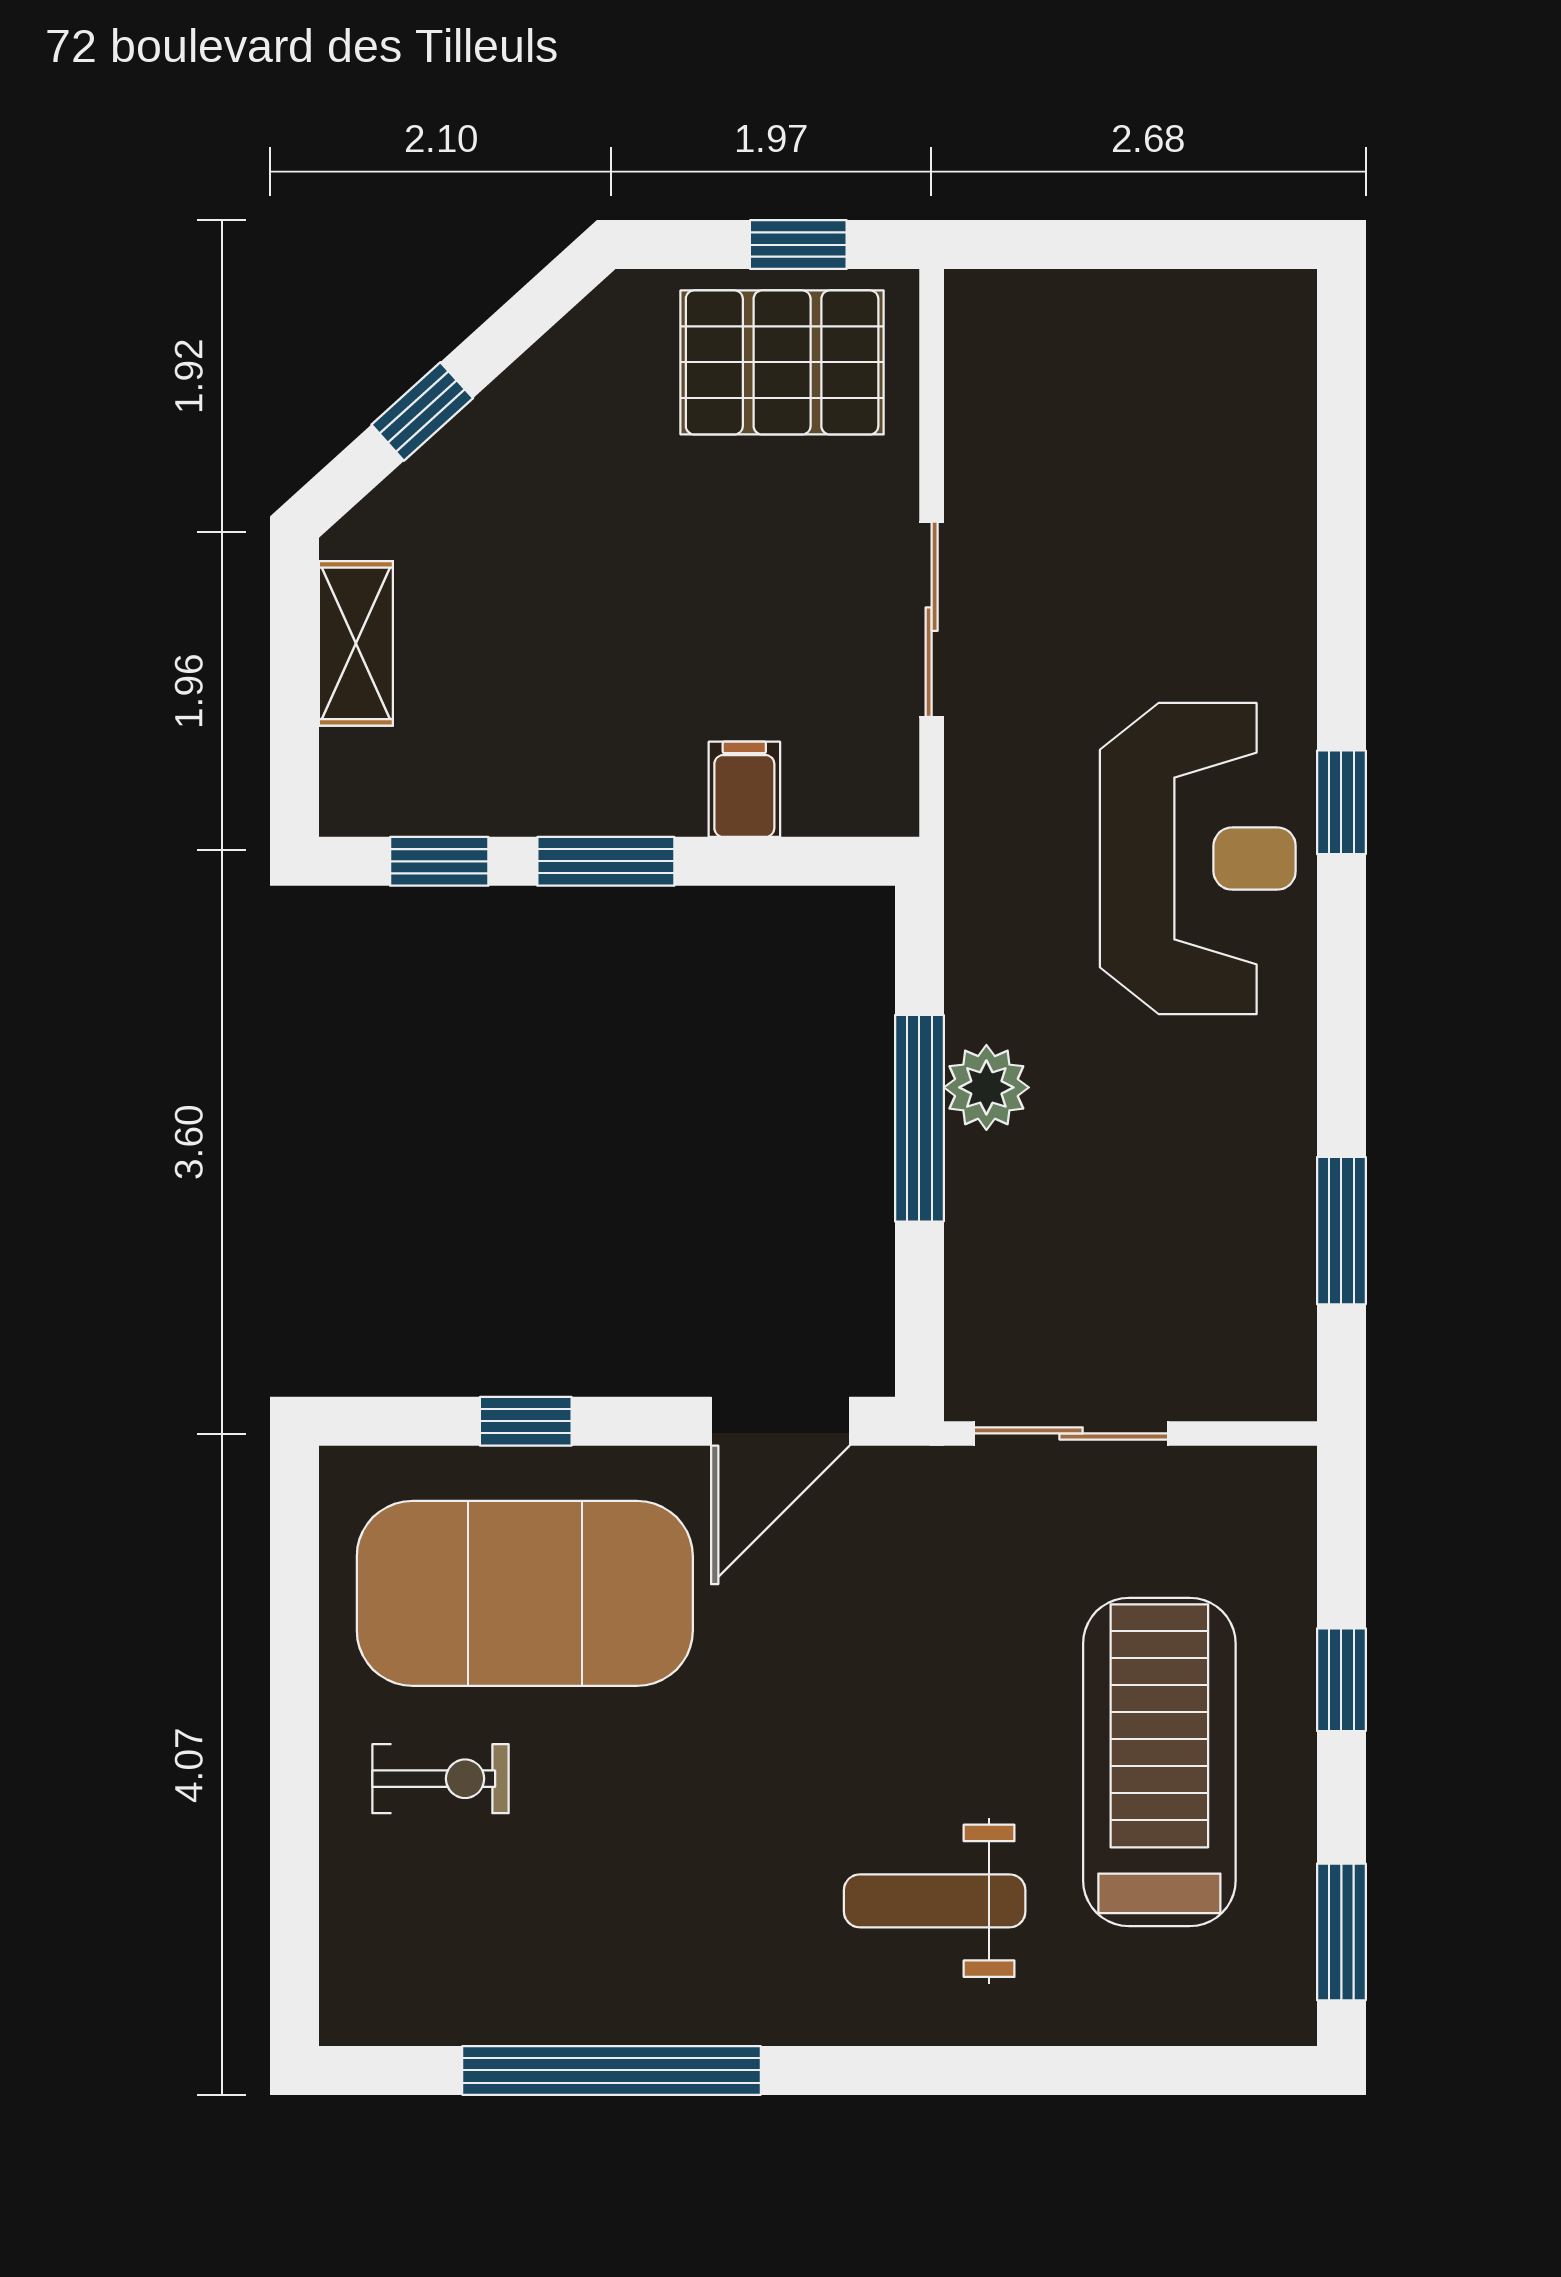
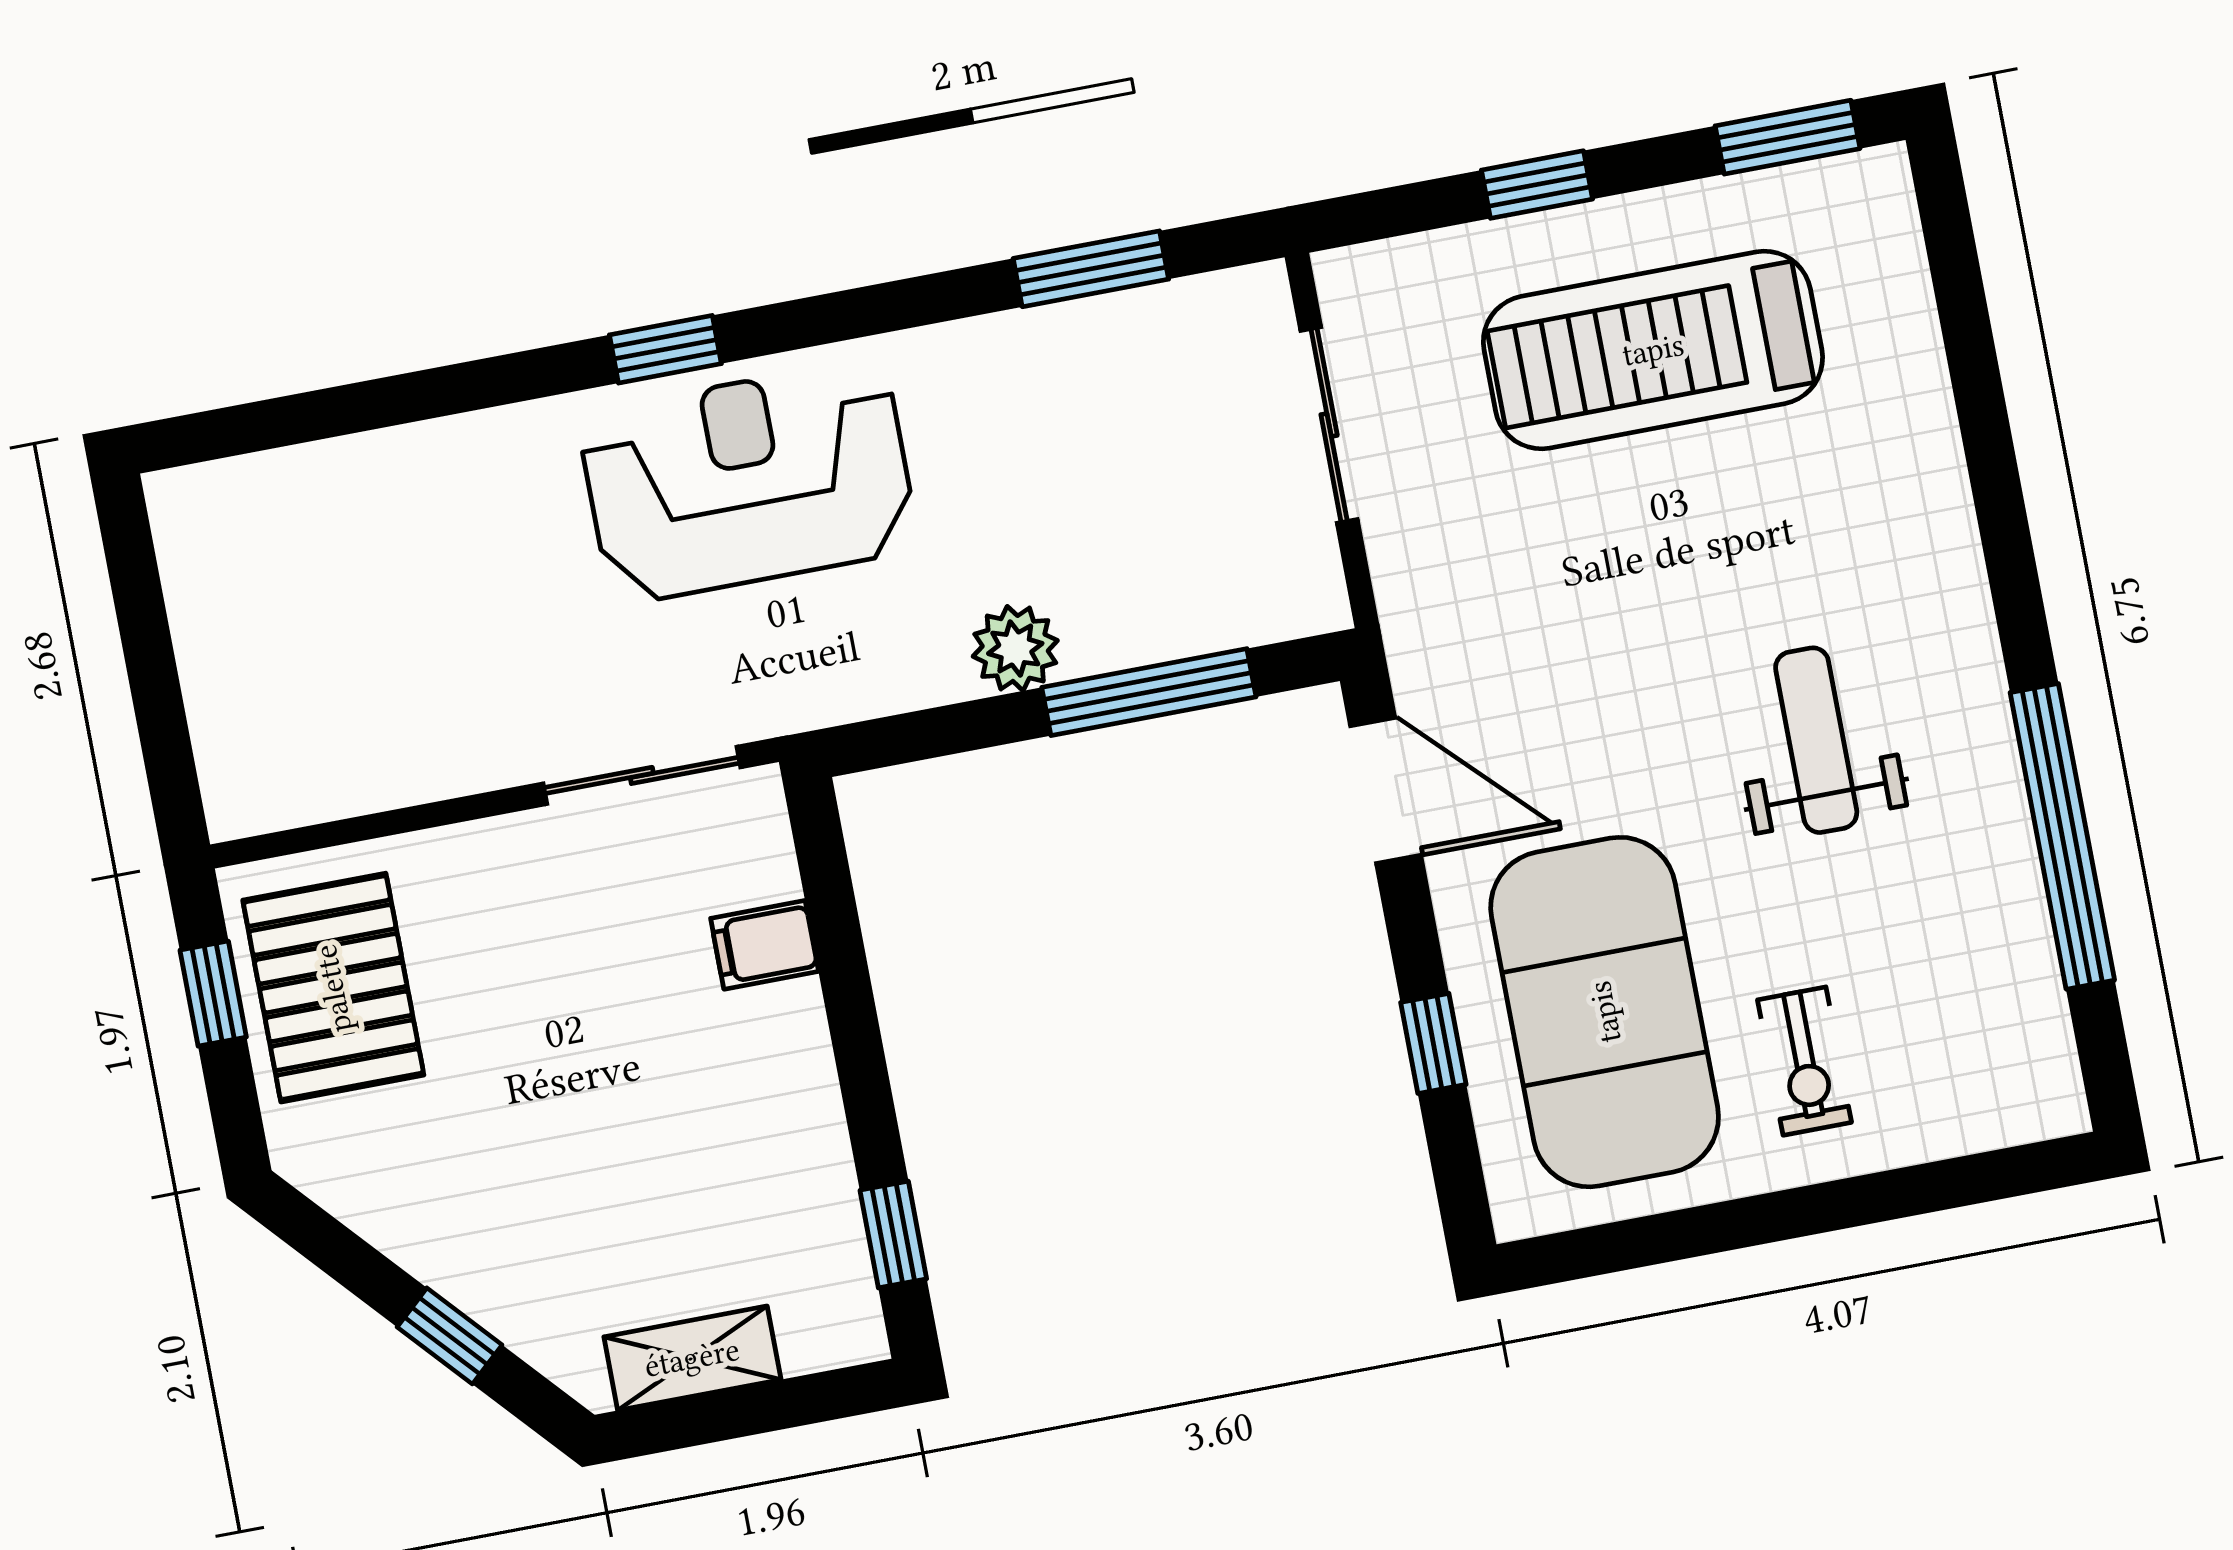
sliding door: (932, 619) -> (642, 775), moved
window: (606, 861) -> (862, 1069), removed
window: (919, 1118) -> (1149, 692), moved
sliding door: (1071, 1433) -> (1329, 425), moved
exercise bike: (440, 1779) -> (1805, 1061), turned 180
weight bench: (935, 1901) -> (1816, 740), moved, turned 180

